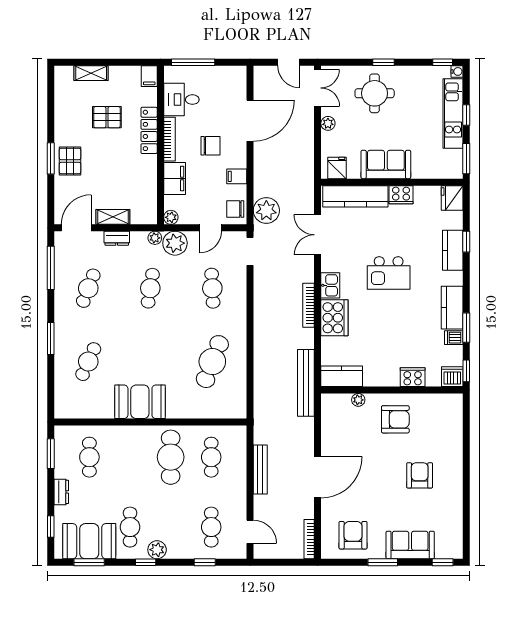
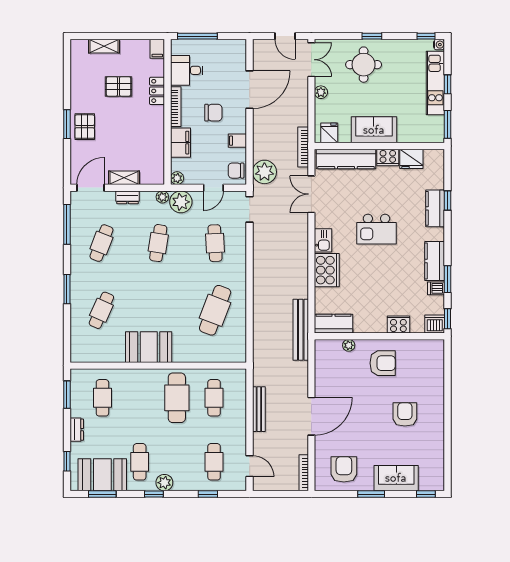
locker: (149, 130) -> (157, 91), width x0.66
fridge: (452, 198) -> (411, 159), moved, turned -90
bookcase: (309, 305) -> (303, 147), moved

